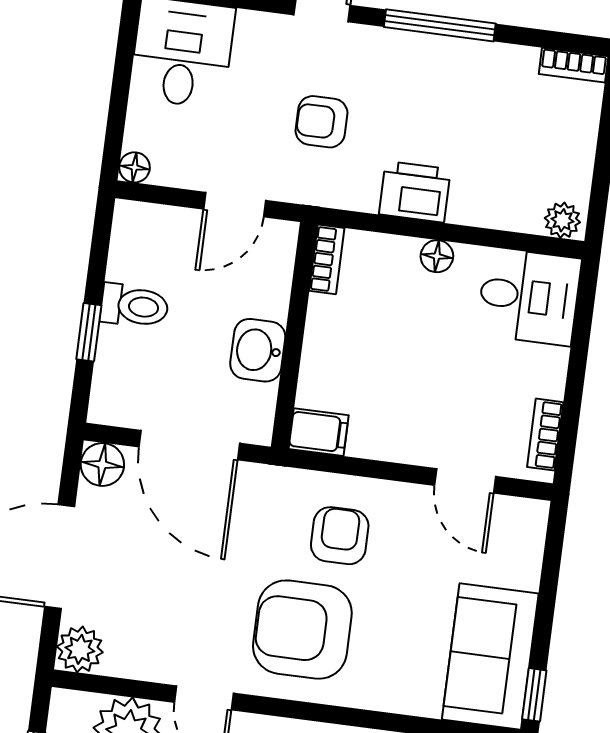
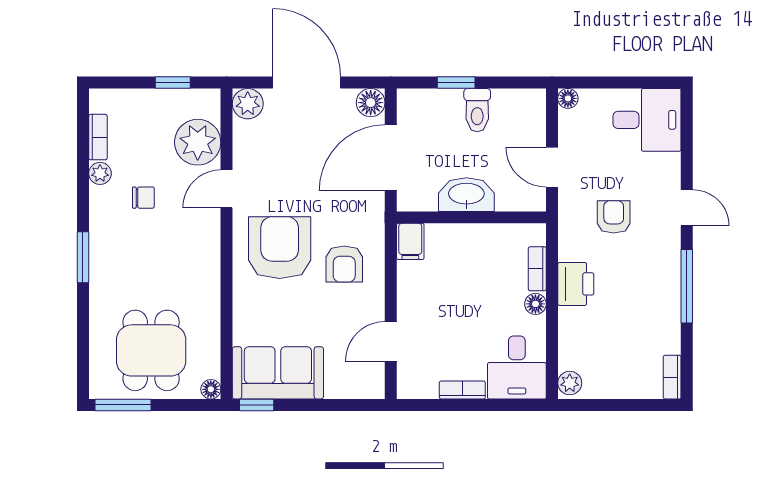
bookcase: (327, 259) -> (537, 269), moved, turned 90
washbasin: (258, 350) -> (466, 195), width x1.38
bookcase: (545, 435) -> (462, 390), moved
armchair: (340, 536) -> (344, 264), turned 90

